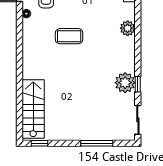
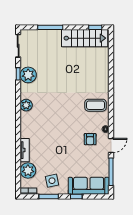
plant: (128, 28) -> (26, 105), moved
coffee table: (69, 36) -> (96, 105), moved
stairs: (33, 109) -> (85, 38), moved, turned -90

